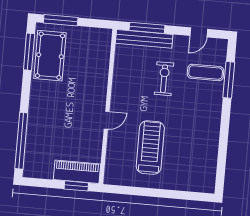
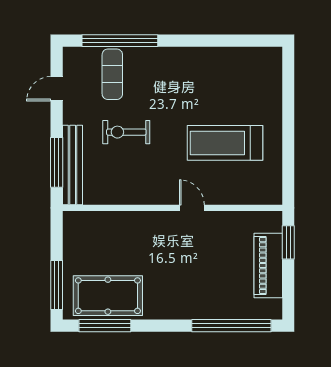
door: (199, 32) -> (57, 89), swing flipped
window: (229, 80) -> (120, 41), width x1.46
piano: (77, 172) -> (268, 266), moved

